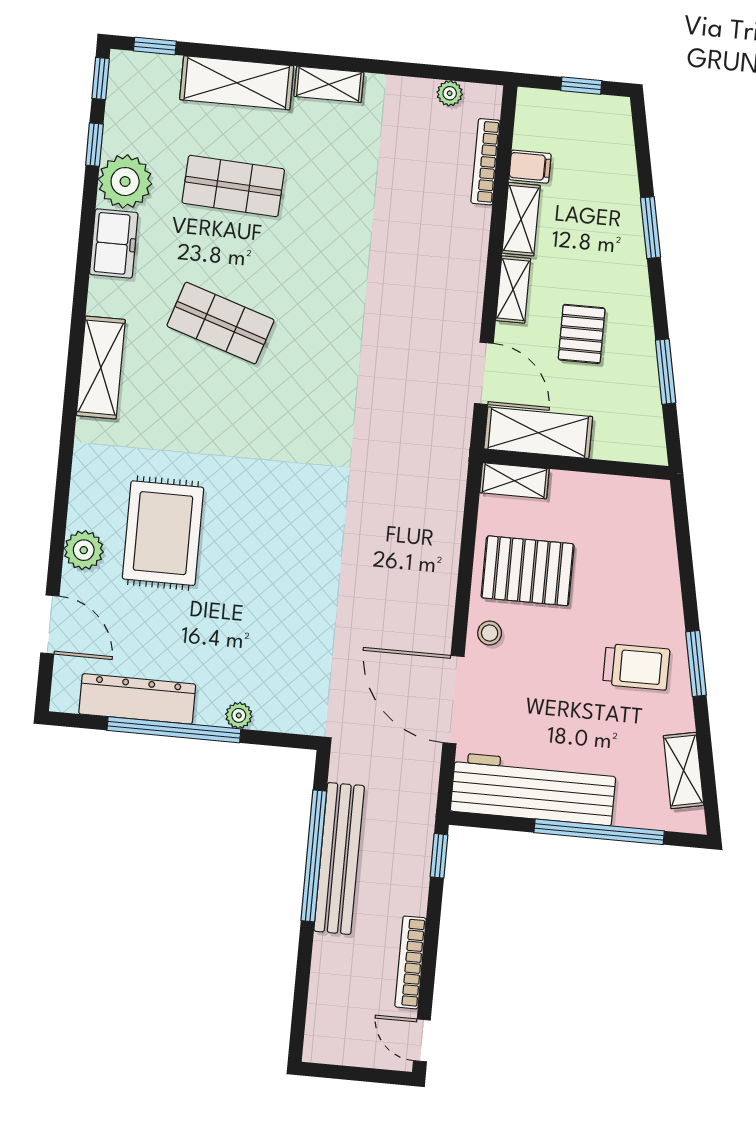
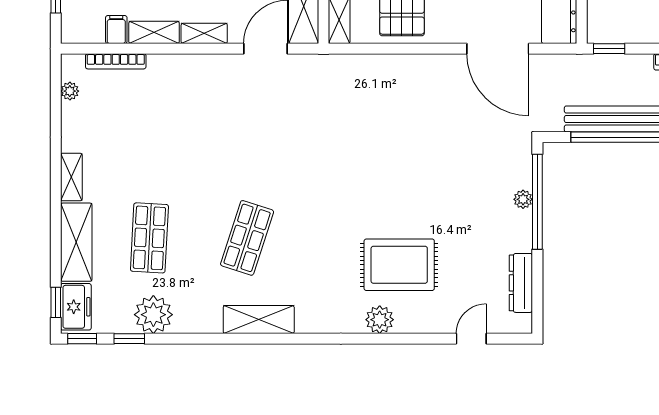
freezer: (114, 244) -> (76, 307), moved, turned 90
shelving: (101, 368) -> (259, 320), moved
plant: (84, 550) -> (380, 320), moved
door: (50, 625) -> (471, 339), width x0.73
stool: (490, 633) -> (448, 28), removed
dresser: (137, 699) -> (521, 283), width x0.73, depth x0.80
door: (454, 700) -> (498, 49), hinge flipped
window: (174, 730) -> (537, 202), moved

